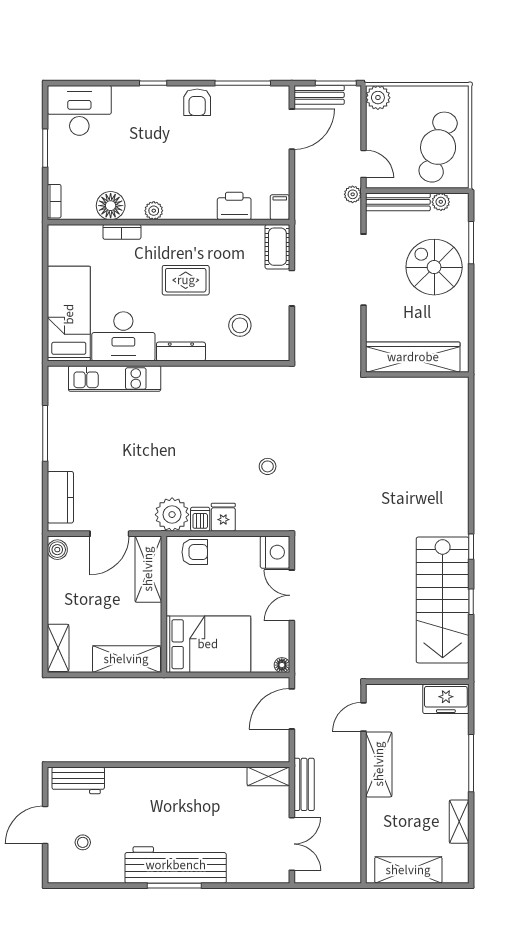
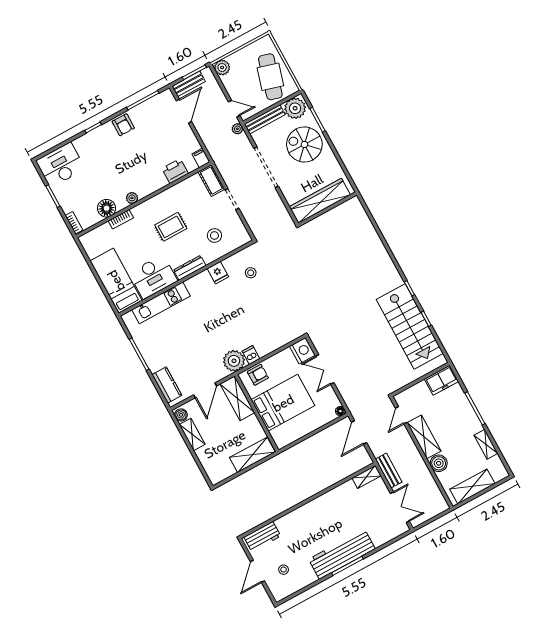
plant: (441, 202) -> (295, 108), width x1.87, depth x1.87
stool: (268, 466) -> (251, 273), moved
fridge: (223, 517) -> (218, 273), moved, turned 180
bed: (208, 644) -> (283, 403), moved
shelving: (58, 648) -> (192, 434), moved
boiler: (379, 812) -> (439, 463), added

